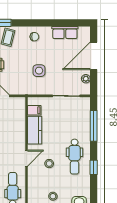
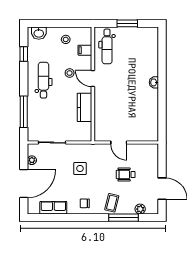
filing cabinet: (34, 110) -> (85, 50), moved
door: (26, 158) -> (93, 79), hinge flipped
window: (94, 167) -> (24, 54), moved

